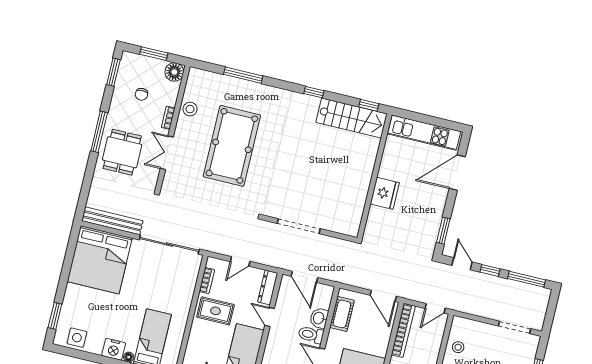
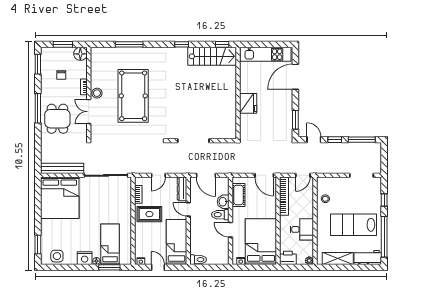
stool: (190, 109) -> (97, 93), moved

